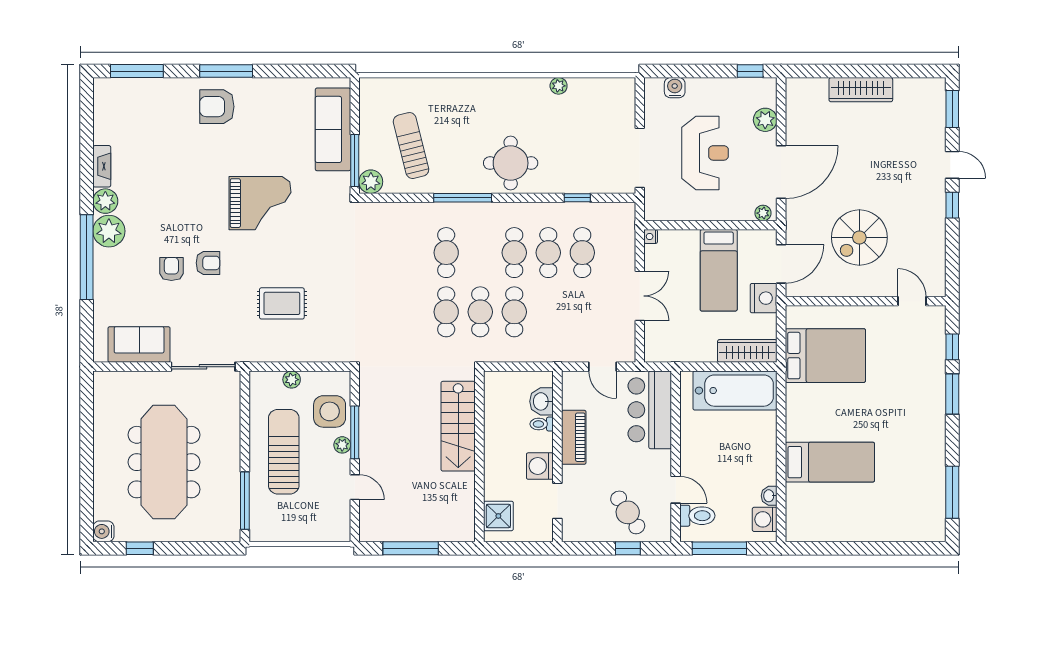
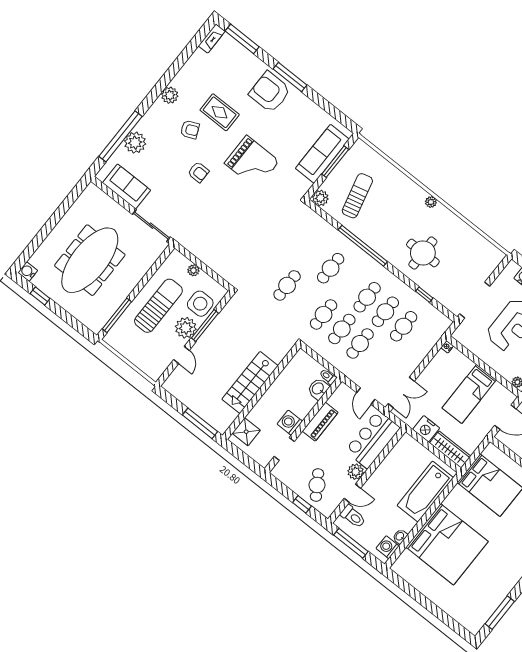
plant: (559, 86) -> (431, 202), moved
armchair: (217, 107) -> (270, 92), width x1.36, depth x1.36
window: (355, 160) -> (335, 162), moved
round table: (511, 163) -> (423, 253), moved
fireplace: (102, 166) -> (212, 38), moved
window: (463, 198) -> (363, 246), width x1.46
plant: (109, 231) -> (135, 143), moved
window: (87, 257) -> (121, 136), moved
armchair: (171, 269) -> (190, 130), moved, turned 66
double door: (640, 296) -> (401, 392), moved
nightstand: (764, 298) -> (426, 429), moved, turned 90
rug: (282, 303) -> (220, 112), moved
cafe table: (446, 312) -> (287, 285), moved
cafe table: (548, 312) -> (360, 344), added
bathtub: (735, 391) -> (425, 492), moved, turned 90
toilet: (542, 424) -> (328, 377), moved
stairs: (458, 426) -> (250, 383), moved
plant: (342, 445) -> (186, 328), width x1.88, depth x1.88
plant: (660, 462) -> (356, 472), added
bed: (830, 462) -> (447, 544), width x2.04
door: (676, 490) -> (352, 493), hinge flipped
window: (411, 548) -> (200, 423), moved

